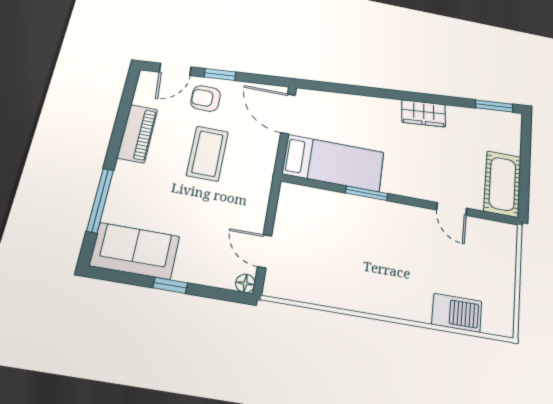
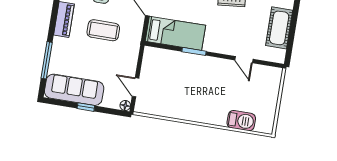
coffee table: (207, 154) -> (103, 30), turned 90
cot: (502, 184) -> (279, 28), moved
sofa: (135, 251) -> (74, 90), width x1.36

